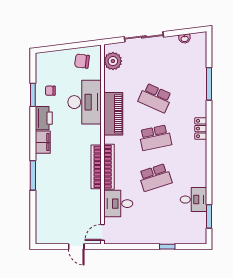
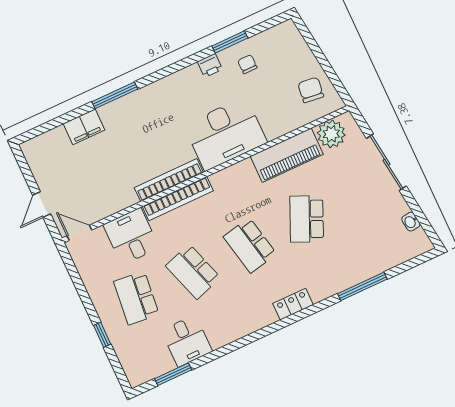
desk: (84, 102) -> (225, 134), moved
piano: (113, 114) -> (287, 155), moved
printer: (44, 118) -> (210, 65), width x0.53, depth x0.68
filing cabinet: (43, 142) -> (84, 127), moved
school desk: (155, 217) -> (136, 298), added

